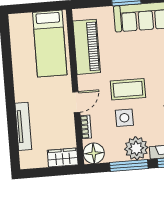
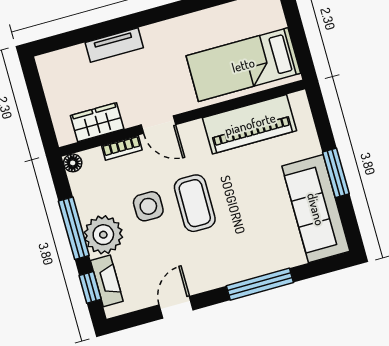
tv unit: (23, 126) -> (114, 45), width x0.71
floor lamp: (94, 153) -> (73, 163), width x0.53, depth x0.53
wardrobe: (63, 158) -> (97, 122), moved, turned -90

